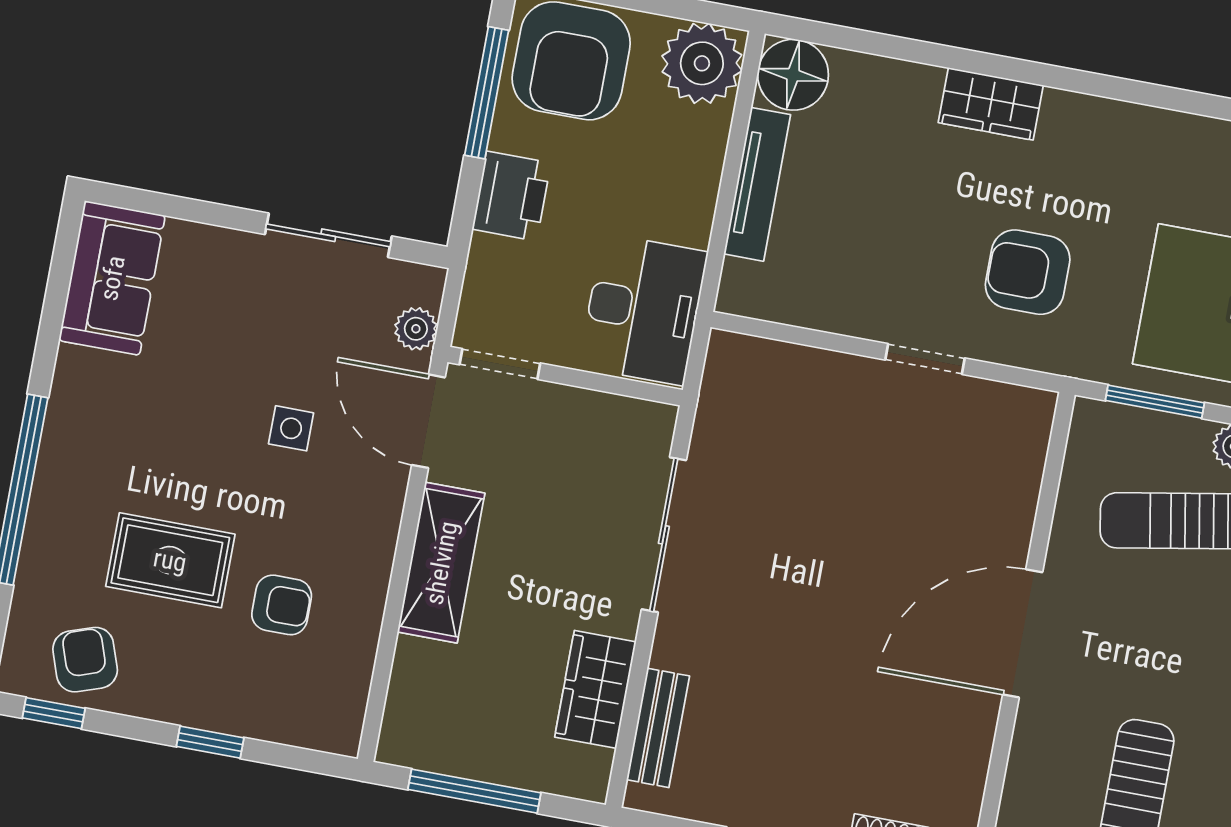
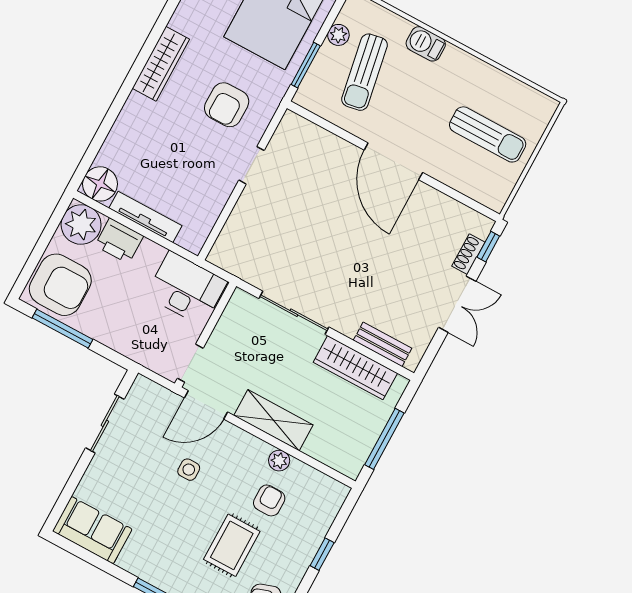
wardrobe: (991, 104) -> (161, 64), moved, width x1.50
printer: (511, 196) -> (119, 241), moved, turned 180
plant: (416, 329) -> (279, 461), moved
wardrobe: (595, 689) -> (355, 368), width x1.50

